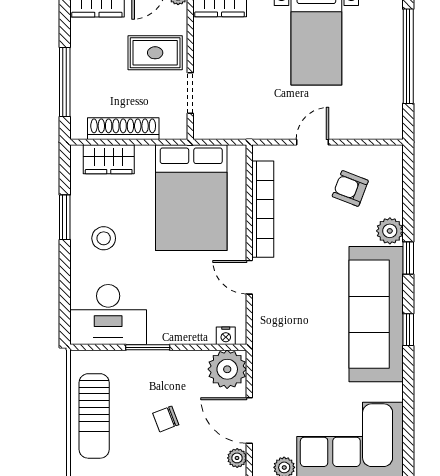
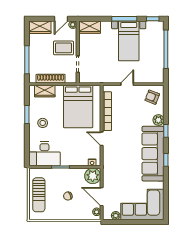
armchair: (350, 188) -> (152, 97), moved

